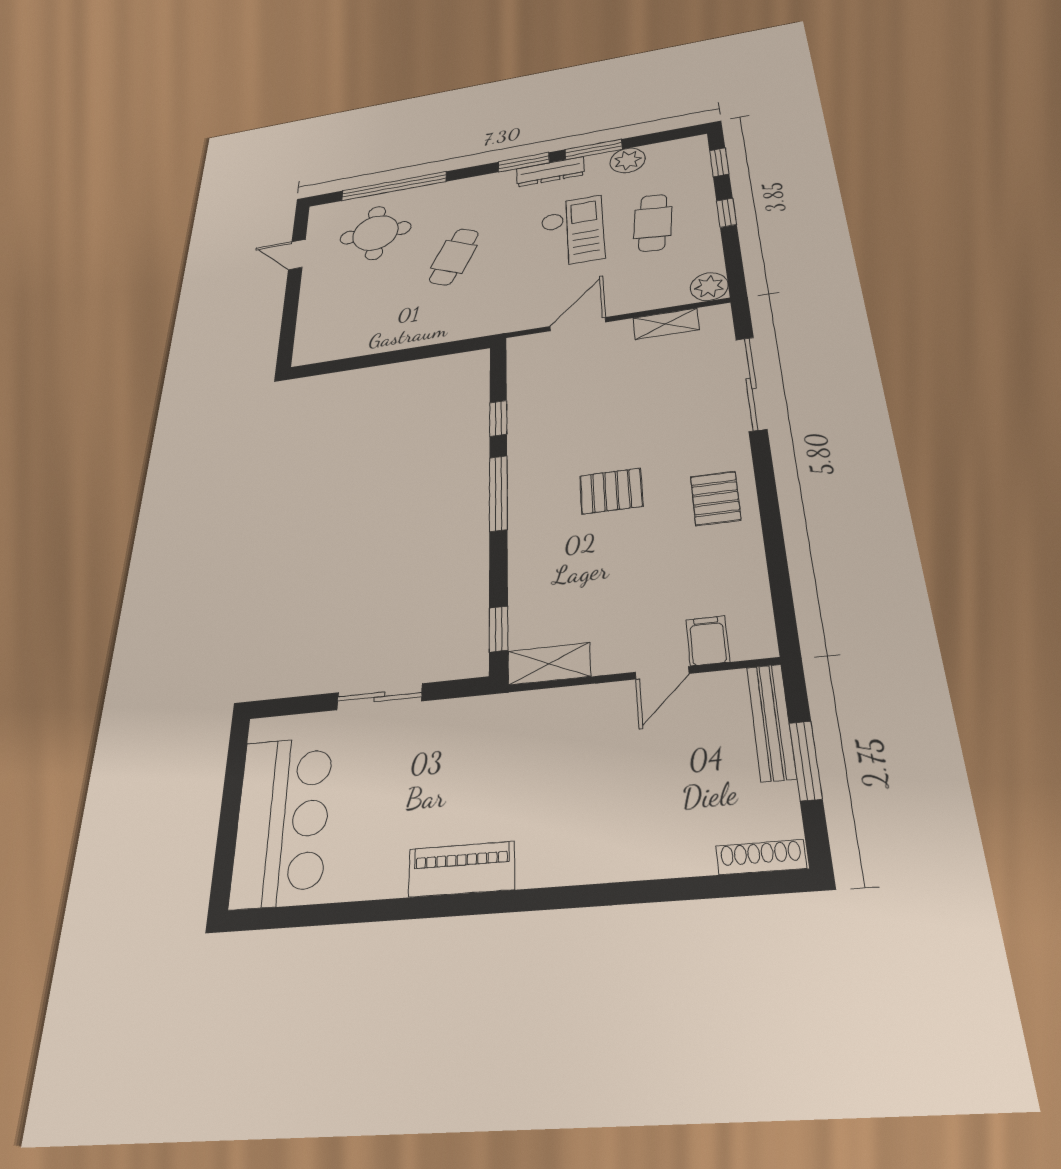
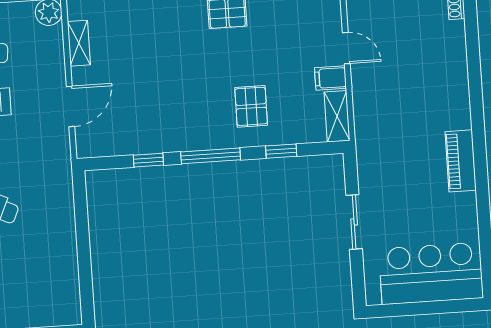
door: (578, 324) -> (71, 106), swing flipped
pallet: (611, 491) -> (251, 106), moved
window: (499, 629) -> (281, 151), moved
filing cabinet: (708, 641) -> (331, 78), moved

